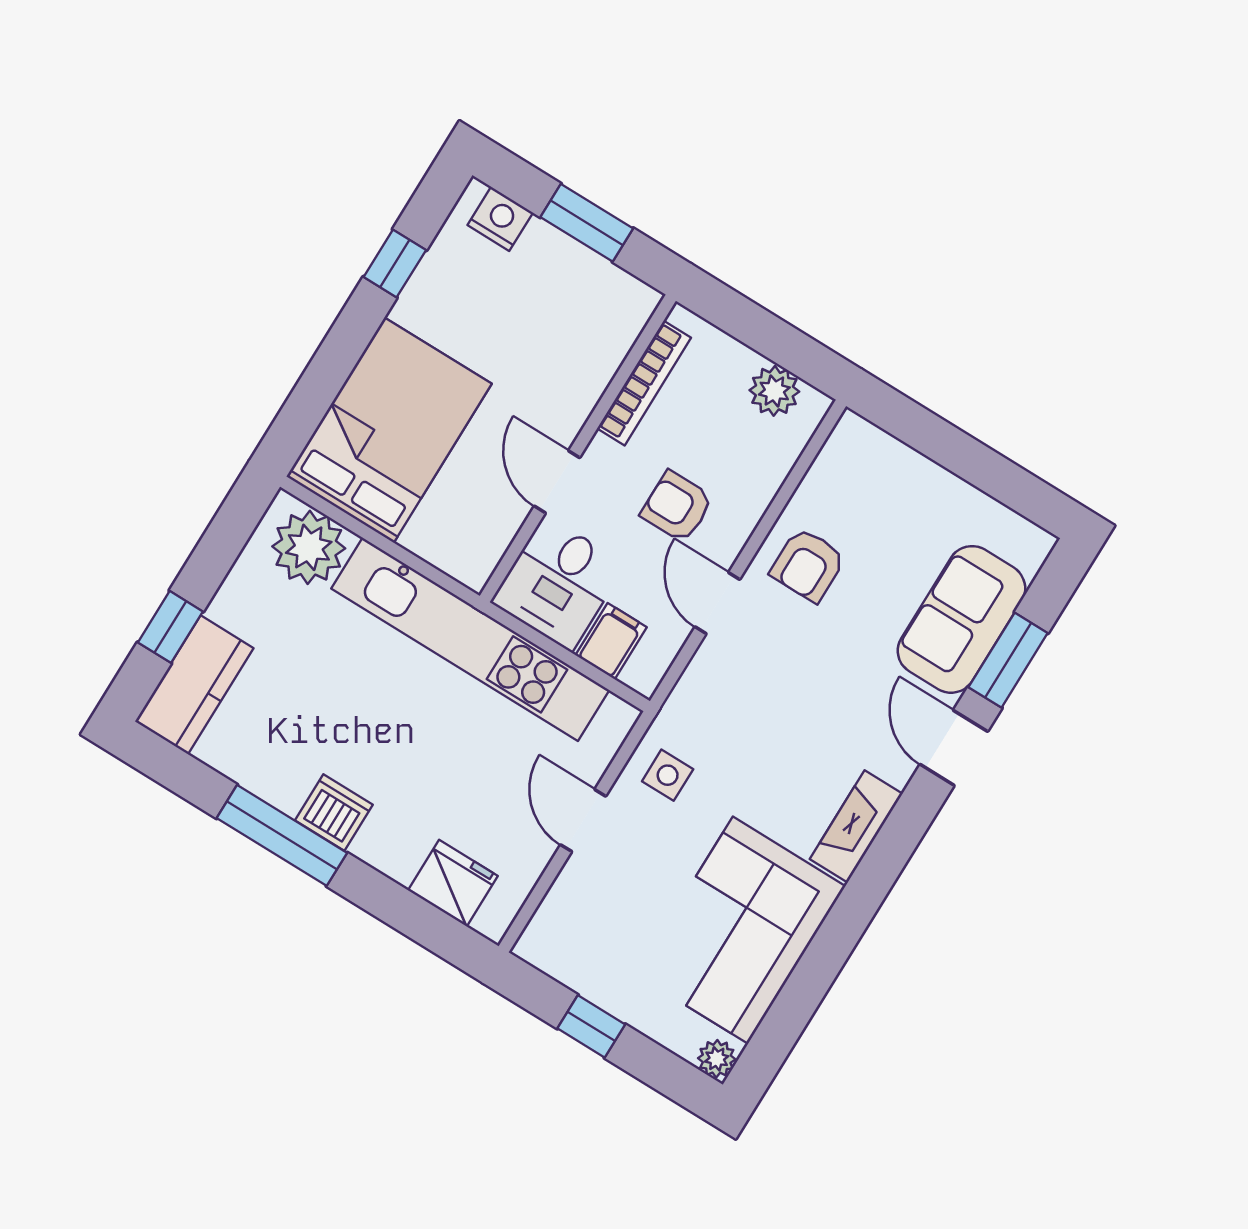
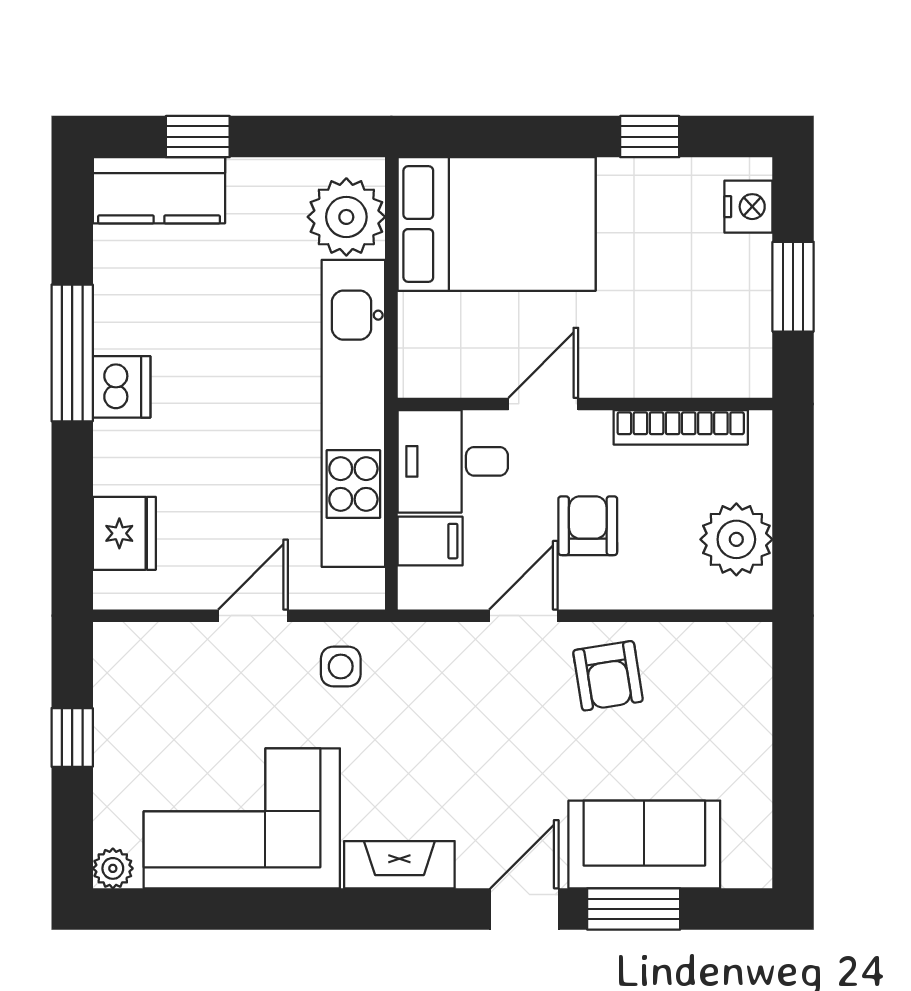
plant: (774, 391) -> (736, 539), width x1.36, depth x1.36
armchair: (808, 565) -> (608, 676), turned -99

